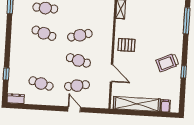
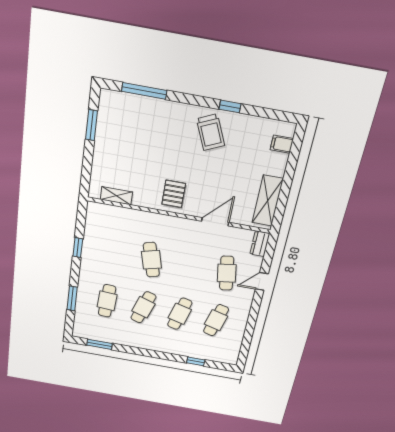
cafe table: (78, 60) -> (180, 314), moved
dresser: (16, 99) -> (260, 244), moved
shelving: (137, 104) -> (268, 201), width x0.68

